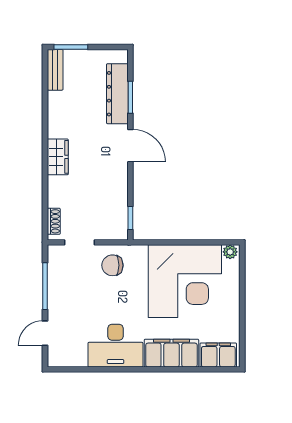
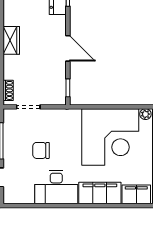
door: (130, 146) -> (68, 48), moved
chair: (112, 265) -> (41, 150), moved

